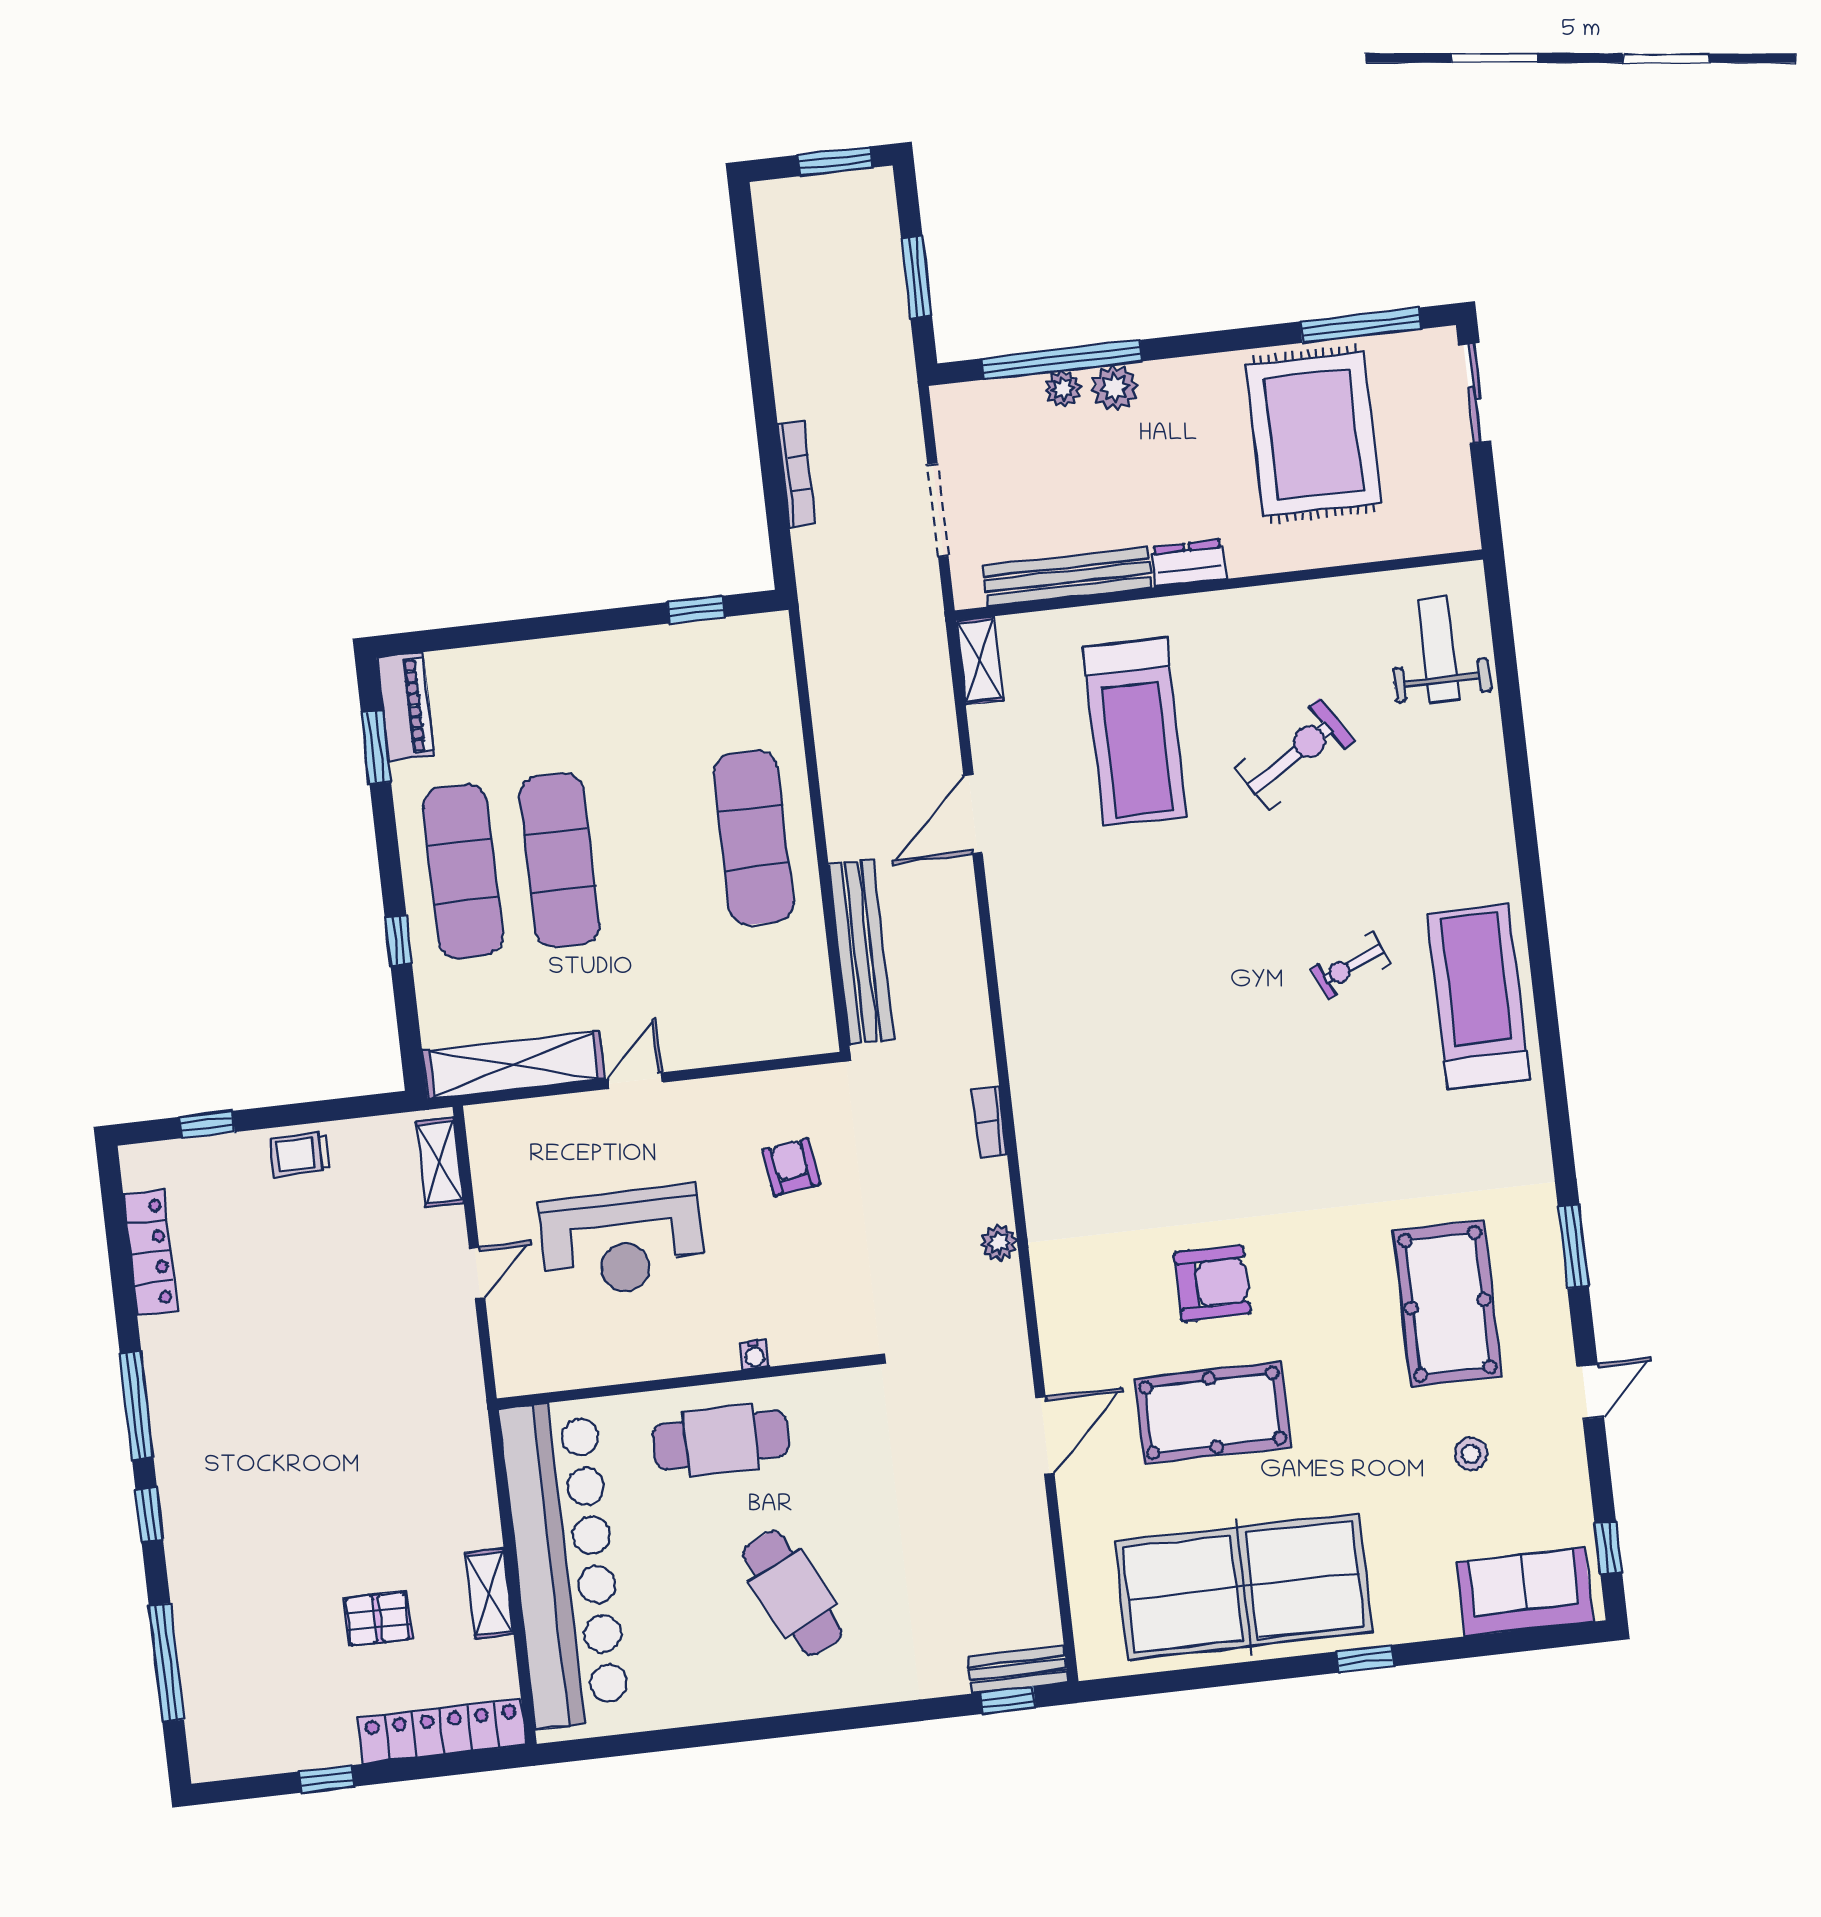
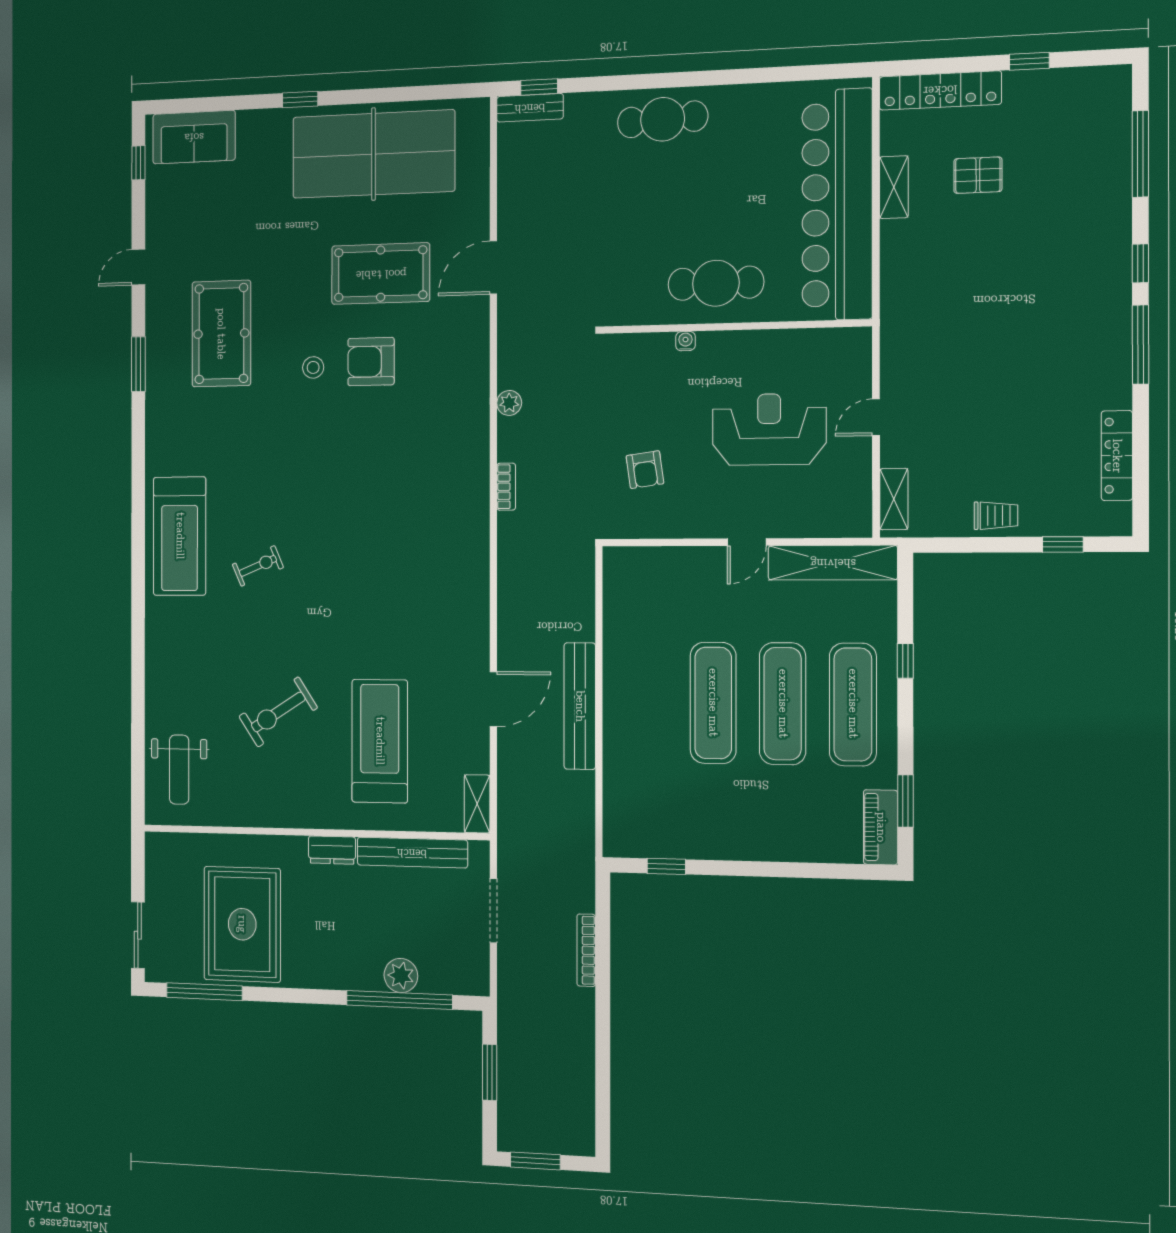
plant: (1115, 388) -> (367, 976), removed
plant: (1063, 389) -> (401, 975), width x1.38, depth x1.38
exercise mat: (753, 838) -> (713, 703), moved
bench: (861, 952) -> (580, 706), moved
stool: (1471, 1454) -> (313, 367), moved
cafe table: (792, 1593) -> (663, 119), moved, turned -67

